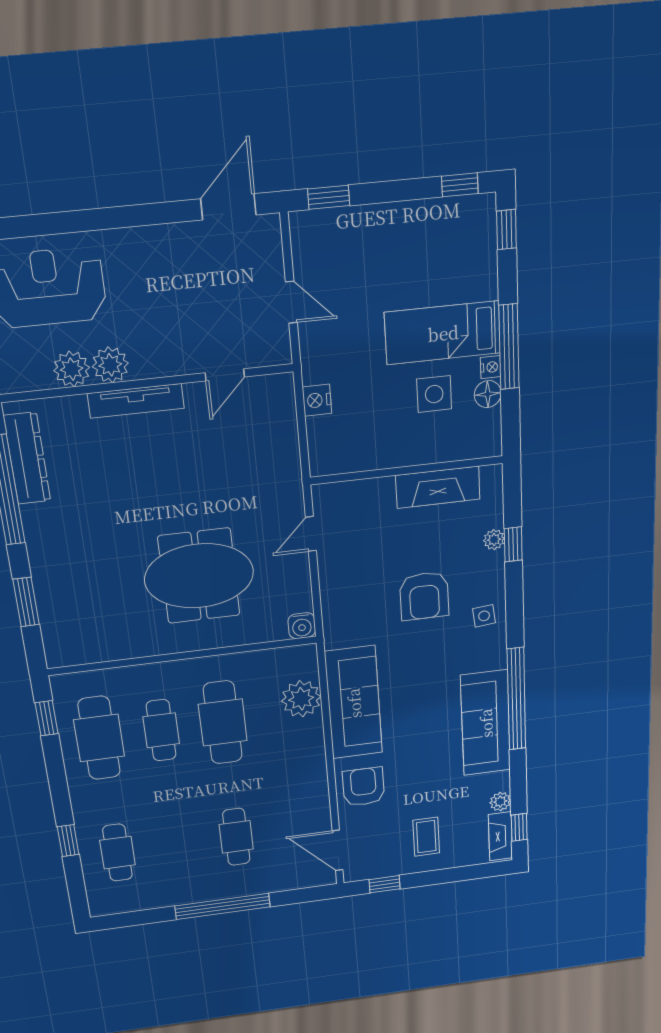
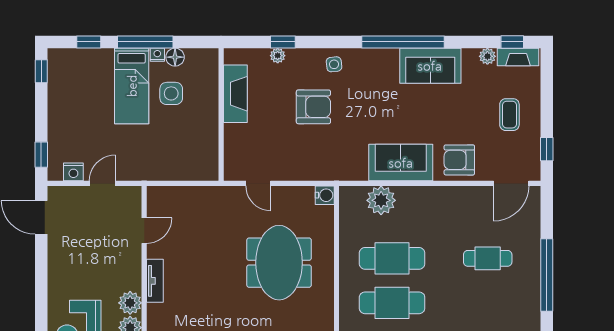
window: (506, 230) -> (89, 42), moved
door: (225, 375) -> (144, 231), hinge flipped
nightstand: (317, 400) -> (73, 172), moved
tv unit: (136, 401) -> (155, 281), width x0.71
sofa: (354, 703) -> (401, 163), width x0.73
sofa: (486, 723) -> (430, 66), width x0.73
cafe table: (161, 730) -> (392, 303), width x1.37, depth x1.35
coffee table: (426, 837) -> (509, 115), turned 90

